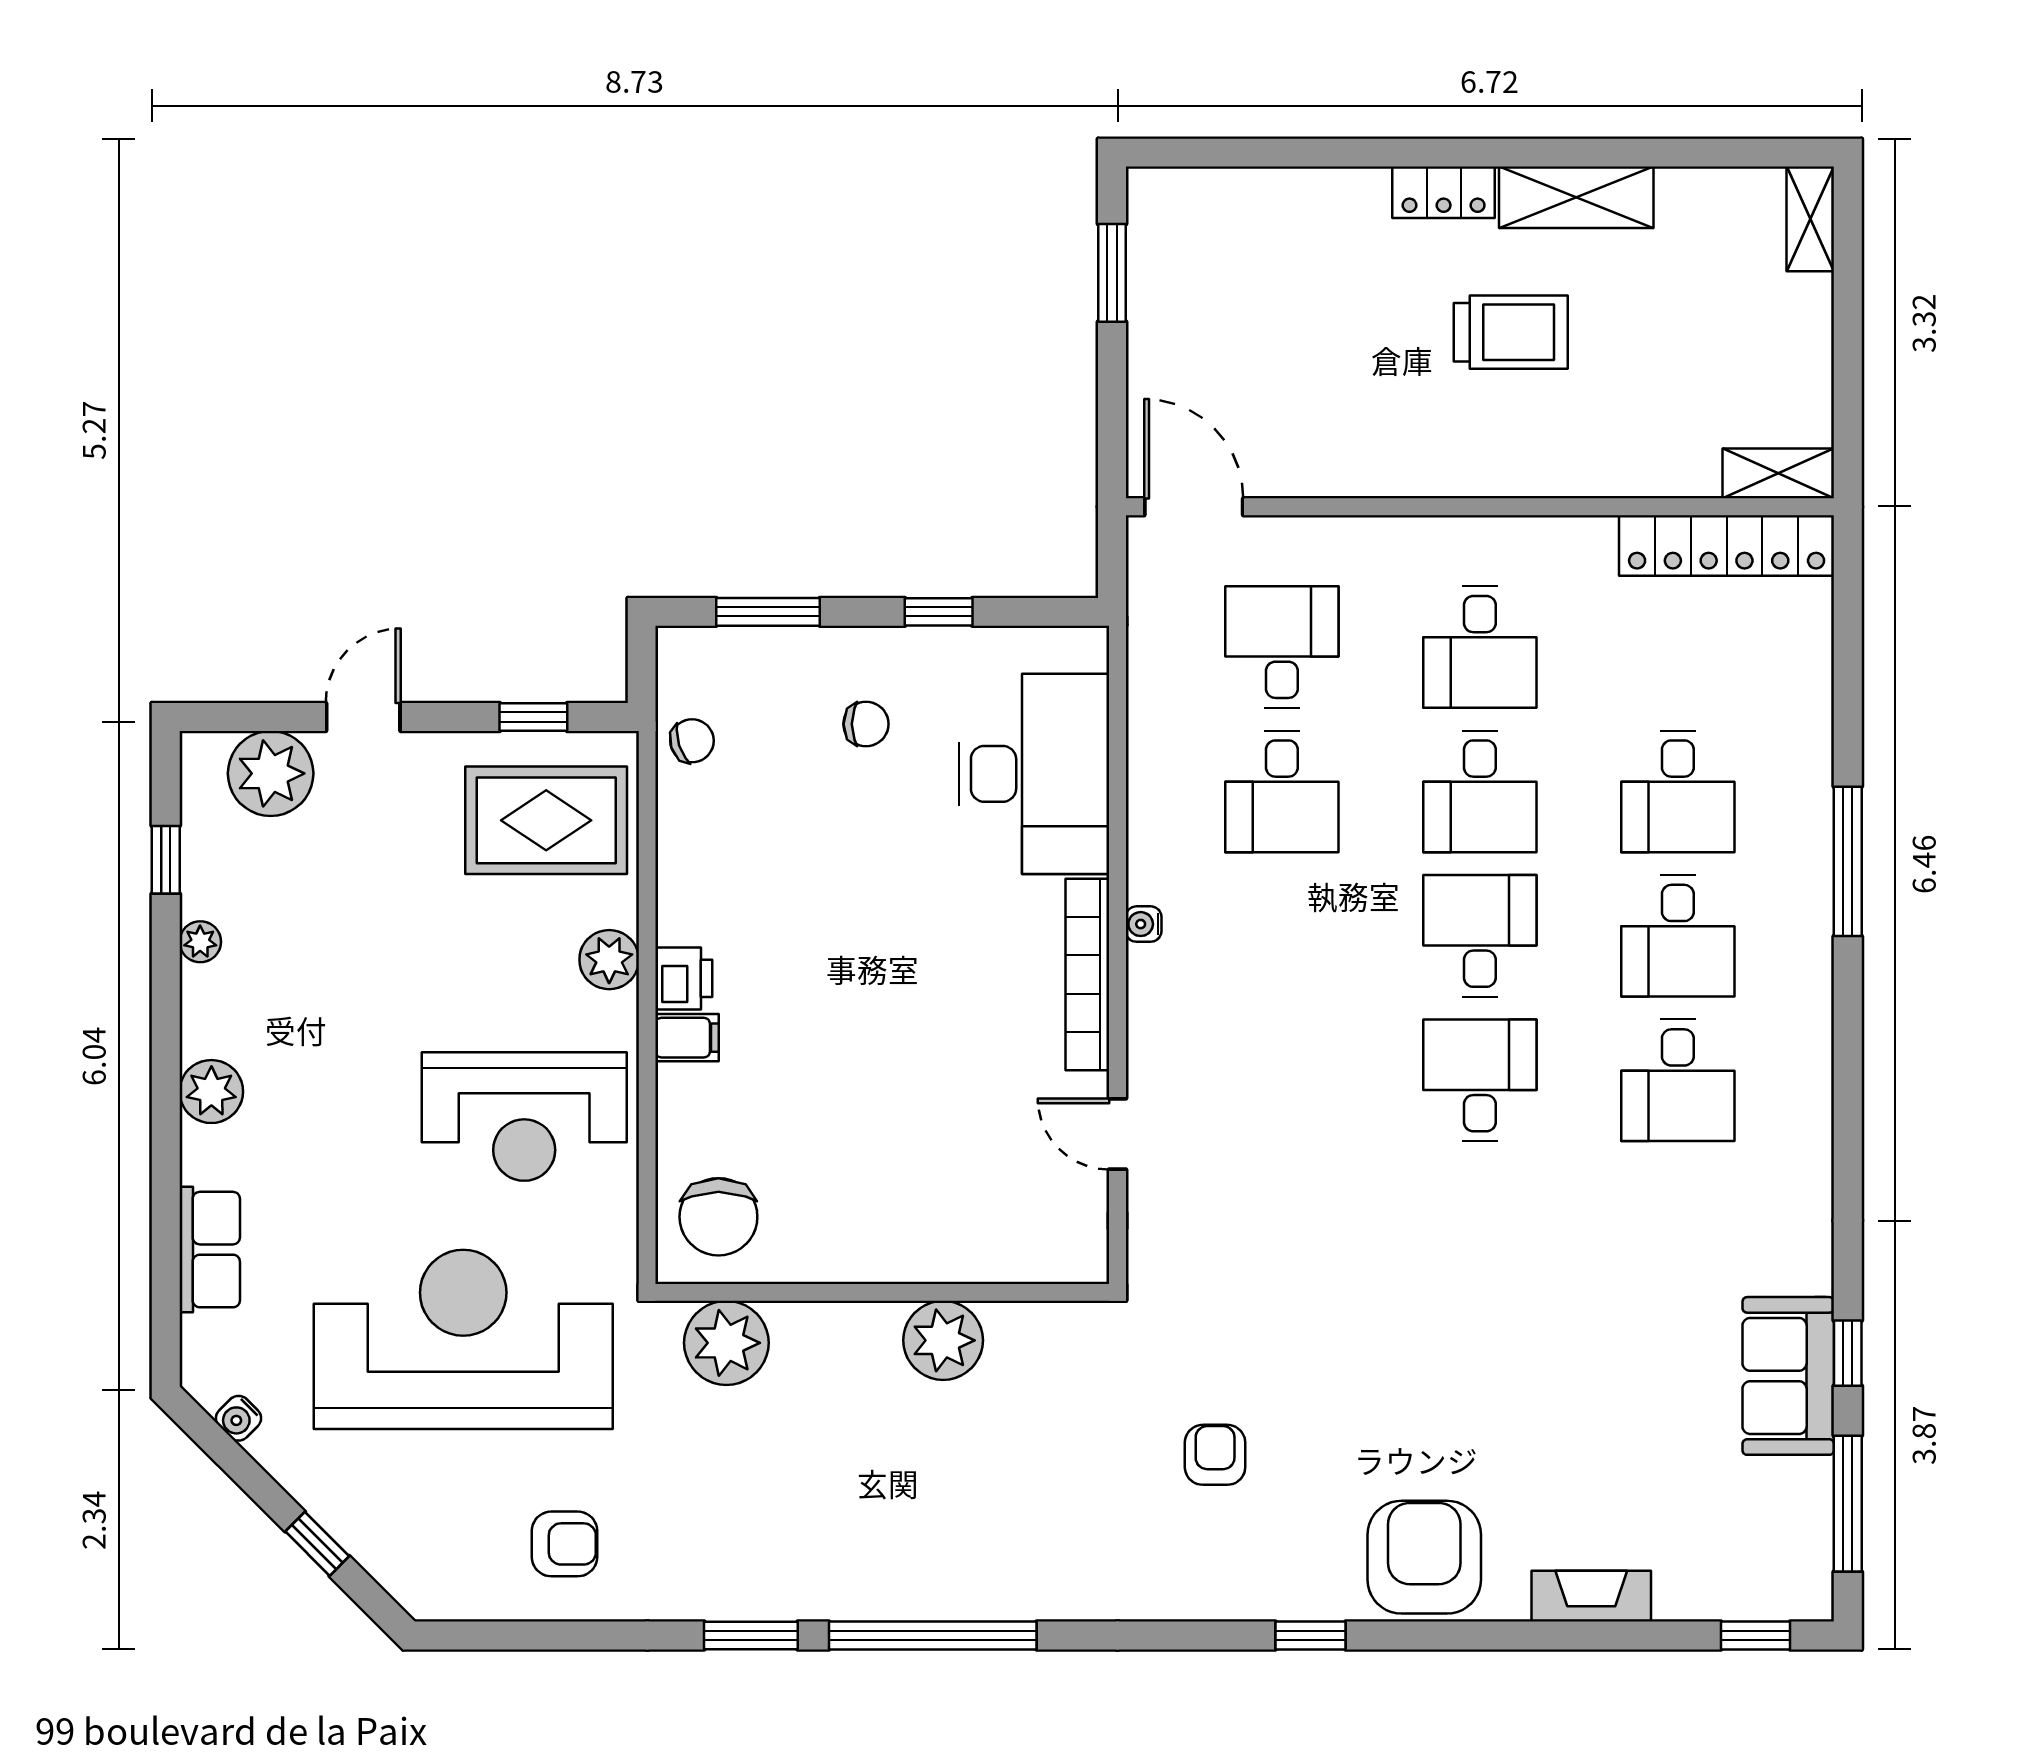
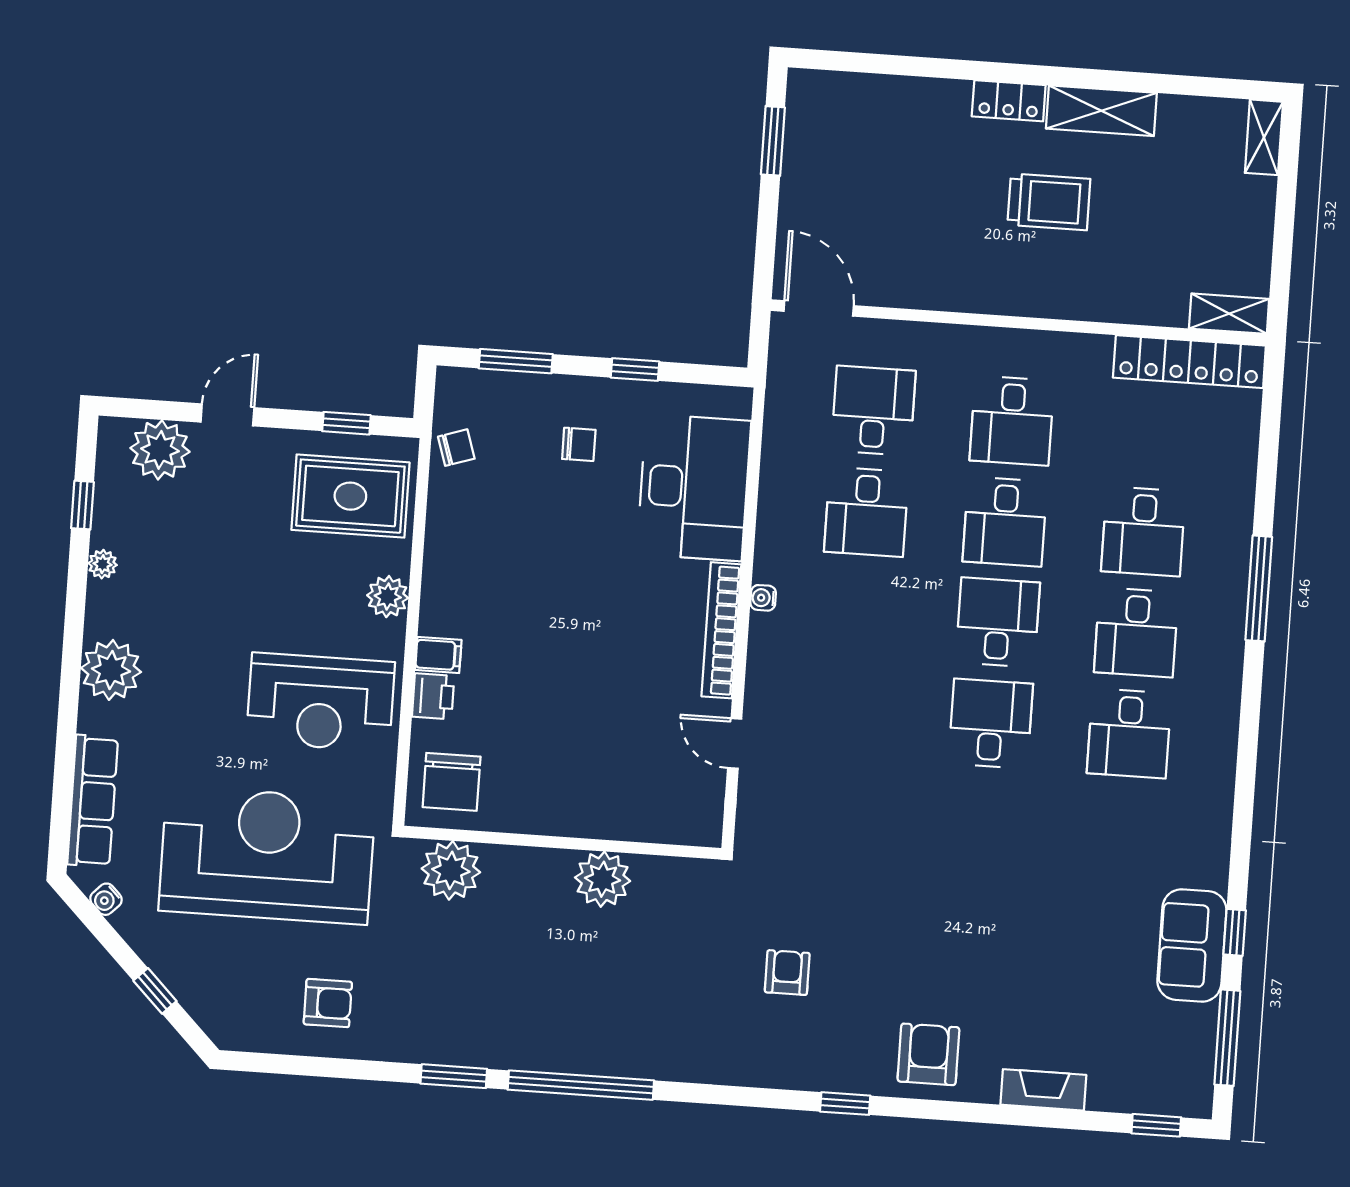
printer: (684, 978) -> (433, 696), moved
plant: (211, 1092) -> (111, 670), width x1.36, depth x1.36
row of seats: (210, 1250) -> (93, 801), width x1.48
armchair: (1424, 1557) -> (928, 1054), width x0.73, depth x0.73

